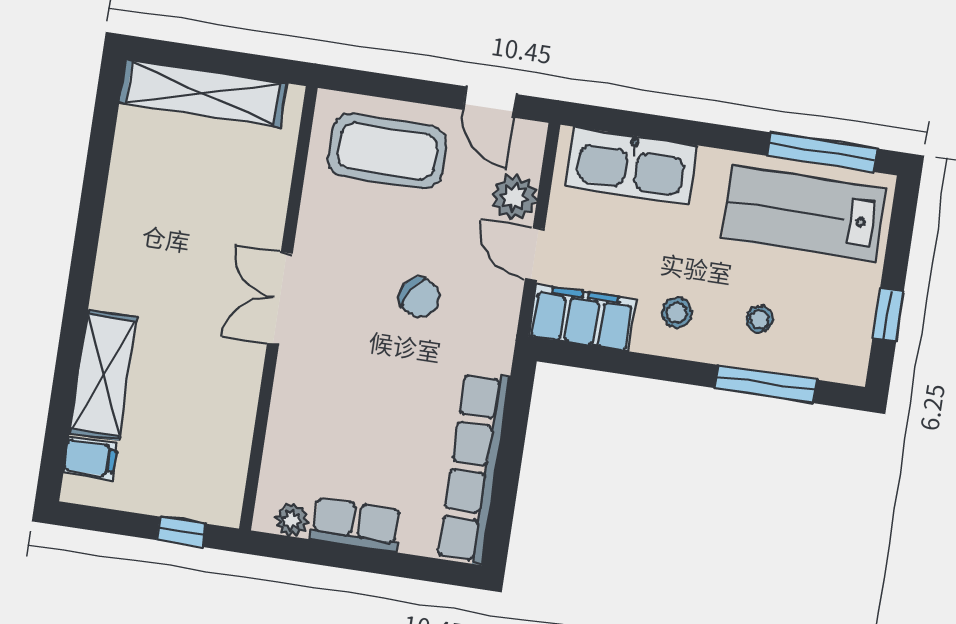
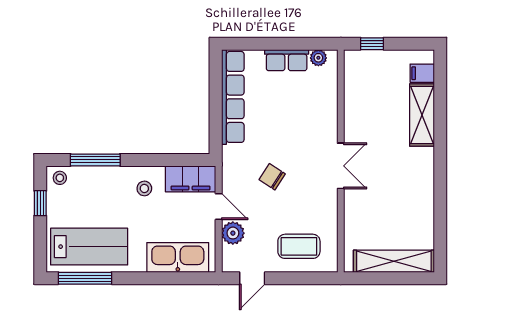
door: (490, 102) -> (252, 278), swing flipped
coffee table: (387, 151) -> (299, 246), width x0.73, depth x0.76
stool: (759, 319) -> (60, 178), moved

